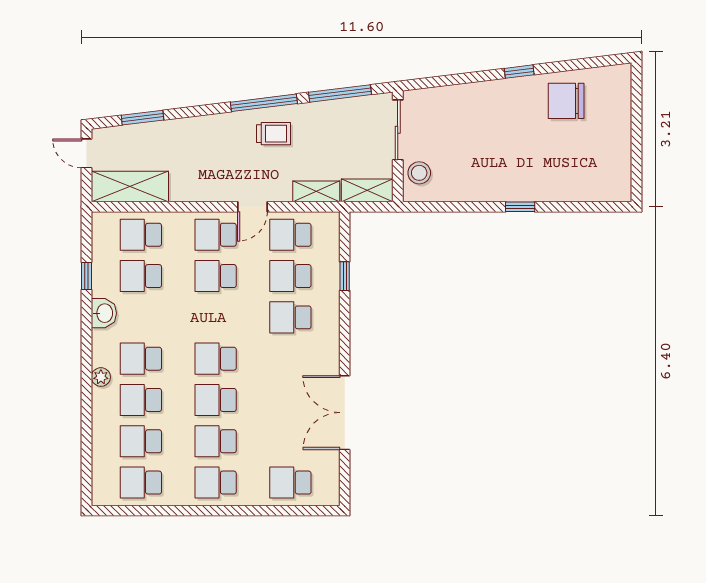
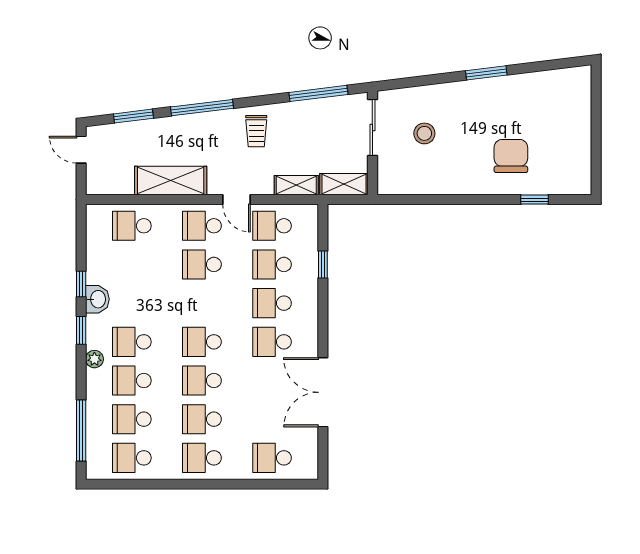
window: (519, 72) -> (486, 73), width x1.50
chair: (566, 101) -> (511, 156), moved, turned 90
window: (264, 103) -> (202, 108), moved
trolley: (274, 134) -> (256, 131), turned 90
stool: (419, 173) -> (424, 133), moved
shelving: (130, 186) -> (171, 181), moved
door: (252, 207) -> (236, 200), hinge flipped
window: (520, 207) -> (534, 200), moved
window: (87, 276) -> (81, 284), moved
school desk: (141, 276) -> (272, 342), moved
window: (87, 347) -> (81, 330), added
window: (87, 453) -> (81, 431), added

